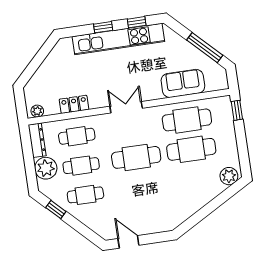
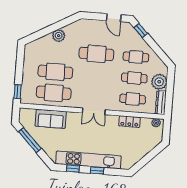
cafe table: (136, 157) -> (96, 54), moved
plant: (229, 176) -> (59, 36), moved
window: (56, 210) -> (141, 30), moved

